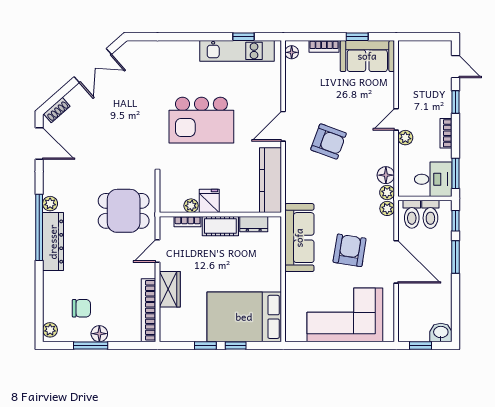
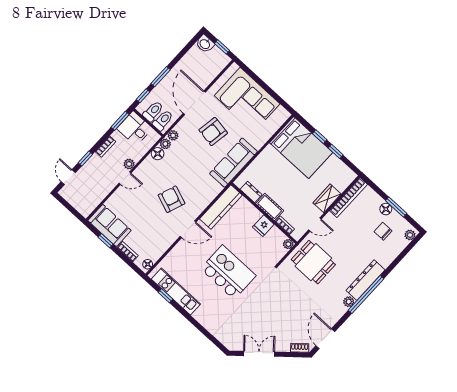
plant: (191, 206) -> (288, 244), moved

